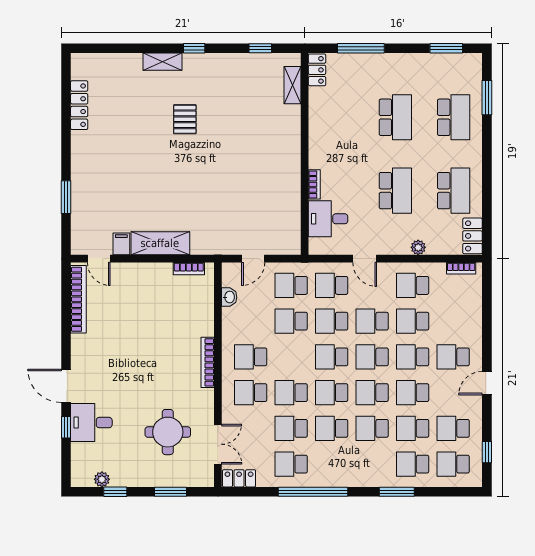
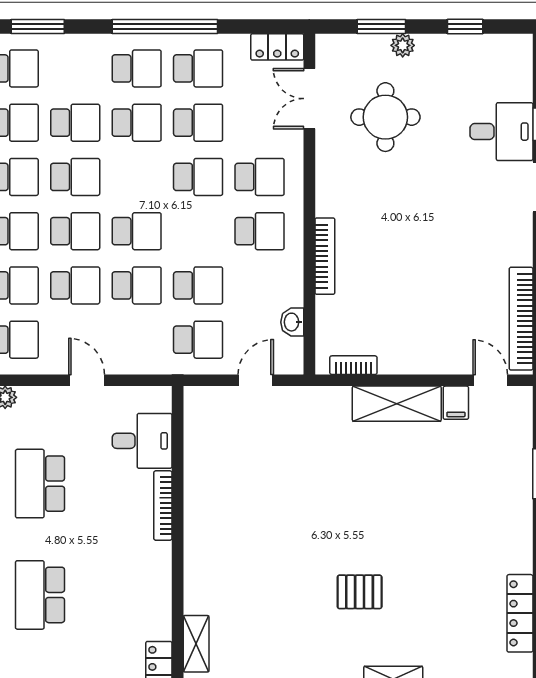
pallet: (185, 119) -> (360, 592), turned 90
bookcase: (314, 184) -> (163, 506), width x1.56
school desk: (332, 285) -> (137, 340), removed
bookcase: (208, 362) -> (325, 256), moved
school desk: (332, 393) -> (137, 68), moved
plant: (102, 479) -> (403, 45), moved

